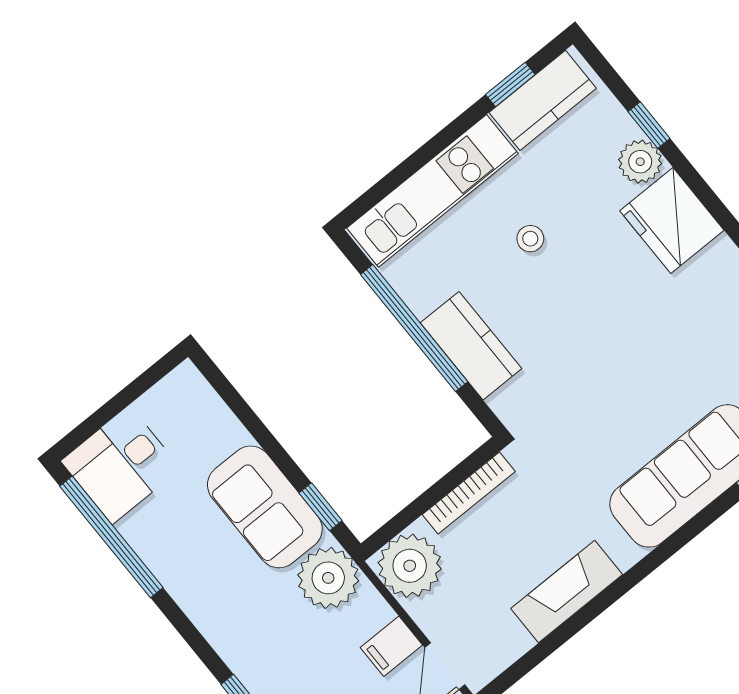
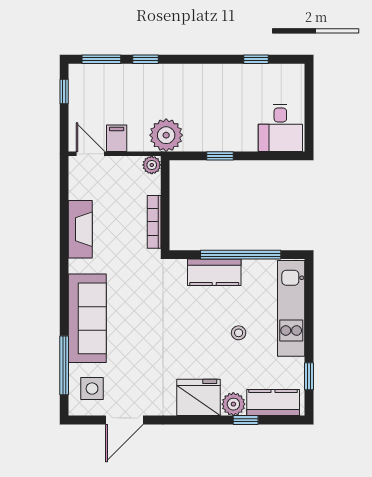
kitchen counter: (543, 100) -> (273, 403), moved, turned 90
desk: (121, 465) -> (280, 128), moved, turned 180
sofa: (265, 507) -> (217, 133), removed
window: (320, 507) -> (220, 156), moved
window: (111, 537) -> (256, 59), width x0.32
plant: (410, 566) -> (152, 165), width x0.53, depth x0.53

